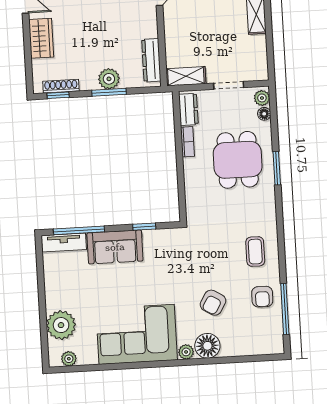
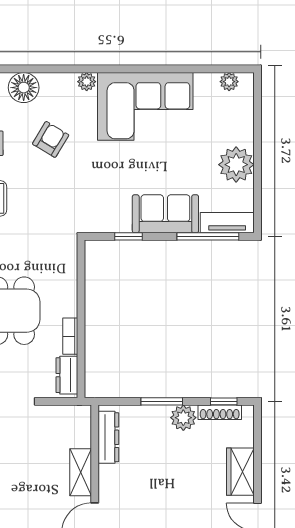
shelving: (186, 76) -> (81, 472), moved, turned 90
plant: (109, 79) -> (183, 418), moved
plant: (61, 325) -> (236, 165), moved
floor lamp: (207, 346) -> (24, 88), moved

